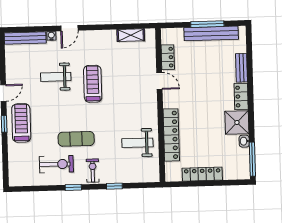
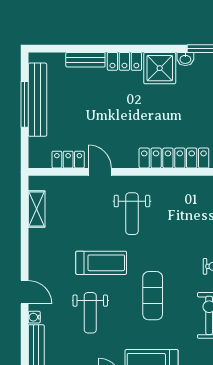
door: (159, 81) -> (100, 172), hinge flipped
treadmill: (93, 84) -> (101, 263), turned 180
exercise mat: (76, 139) -> (153, 296), moved
weight bench: (137, 143) -> (132, 214), moved

